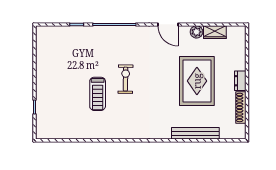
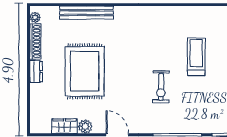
exercise bike: (126, 79) -> (161, 87), moved
plant: (241, 129) -> (35, 17), added

